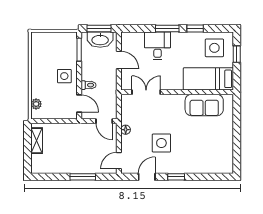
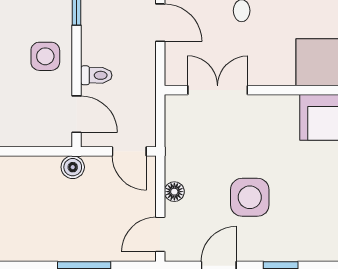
boiler: (77, 129) -> (73, 167), added
floor lamp: (126, 130) -> (174, 192), moved

